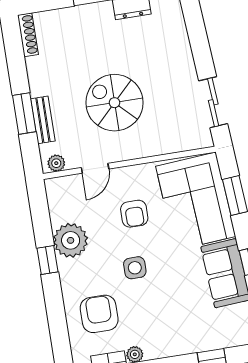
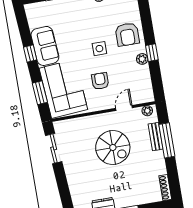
window: (24, 113) -> (167, 140), width x1.44
plant: (71, 240) -> (142, 59), width x0.53, depth x0.53
armchair: (99, 314) -> (127, 34), moved

